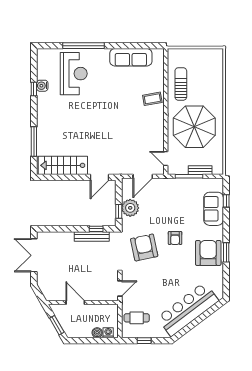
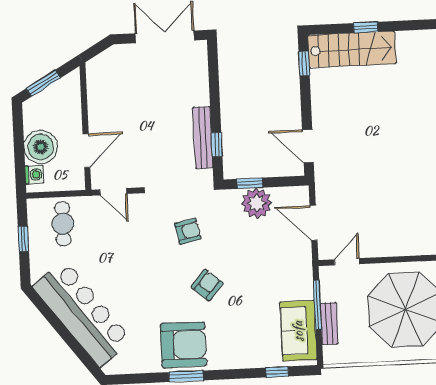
window: (34, 142) -> (366, 27), width x0.46
stairs: (63, 165) -> (352, 49), moved, turned 90
window: (53, 177) -> (304, 64), added
sofa: (214, 209) -> (298, 331), moved, turned -90
armchair: (175, 238) -> (207, 285), turned 130
armchair: (144, 247) -> (188, 231), width x0.53, depth x0.53
door: (75, 303) -> (86, 151), moved
boiler: (97, 333) -> (41, 147), width x1.86, depth x1.86

